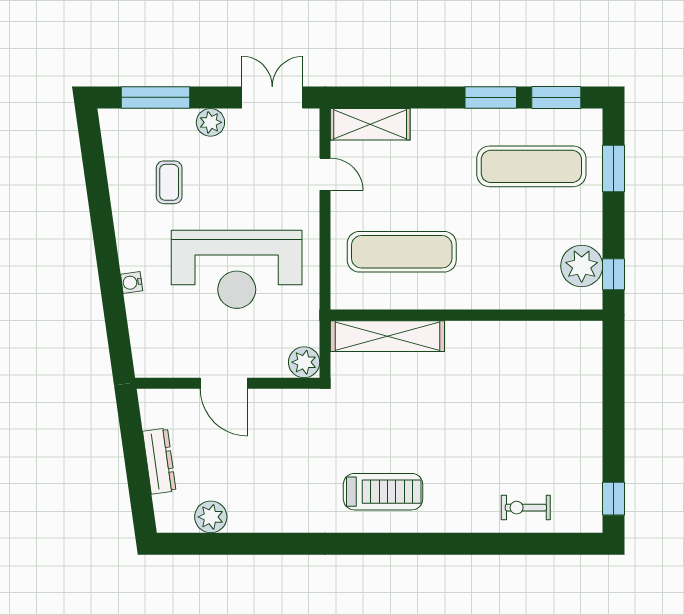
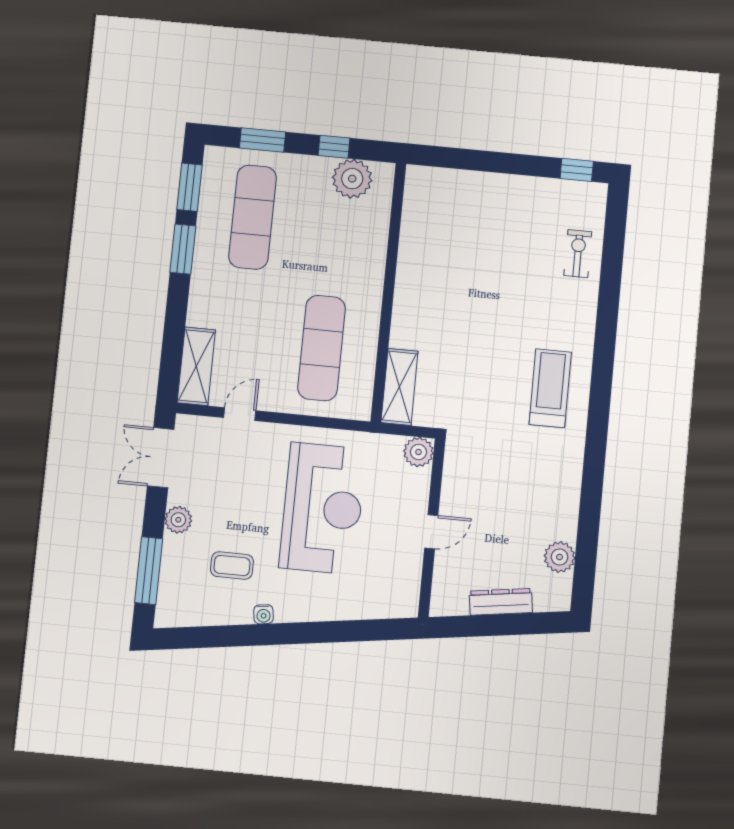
window: (613, 274) -> (334, 147), moved
water cooler: (132, 282) -> (263, 614), moved
shelving: (387, 336) -> (399, 387), width x0.68
door: (224, 383) -> (431, 532), width x0.73
exercise bike: (526, 508) -> (578, 254), turned 180

